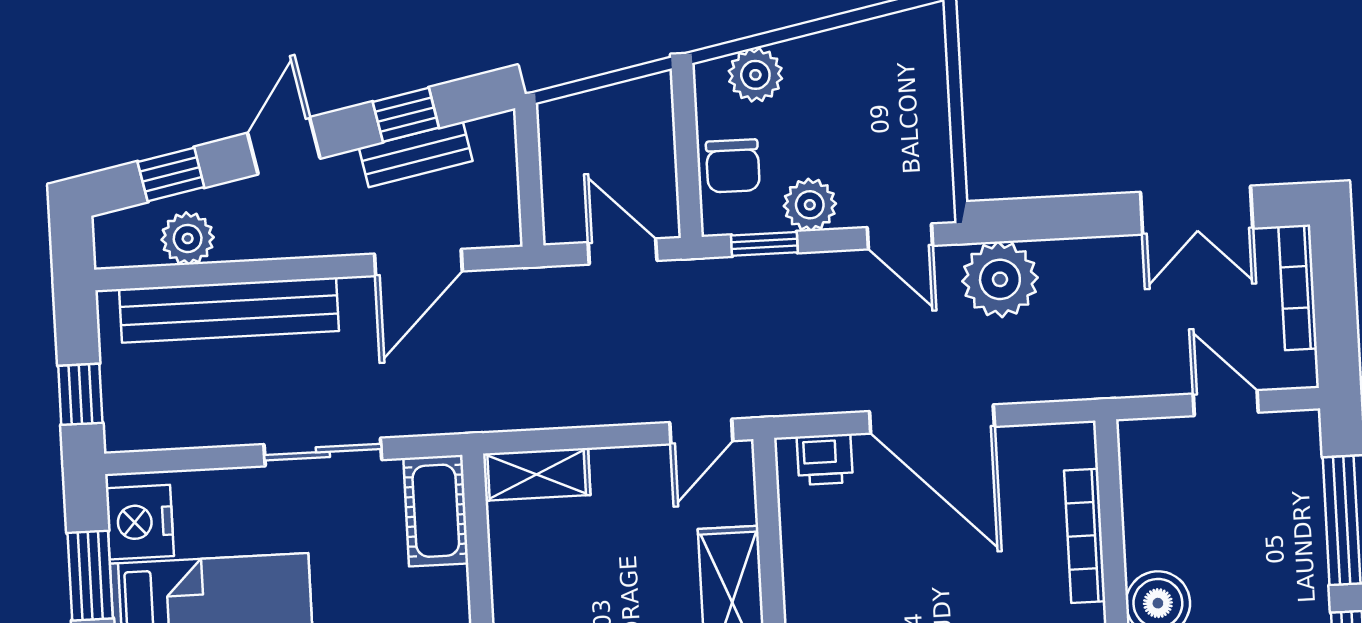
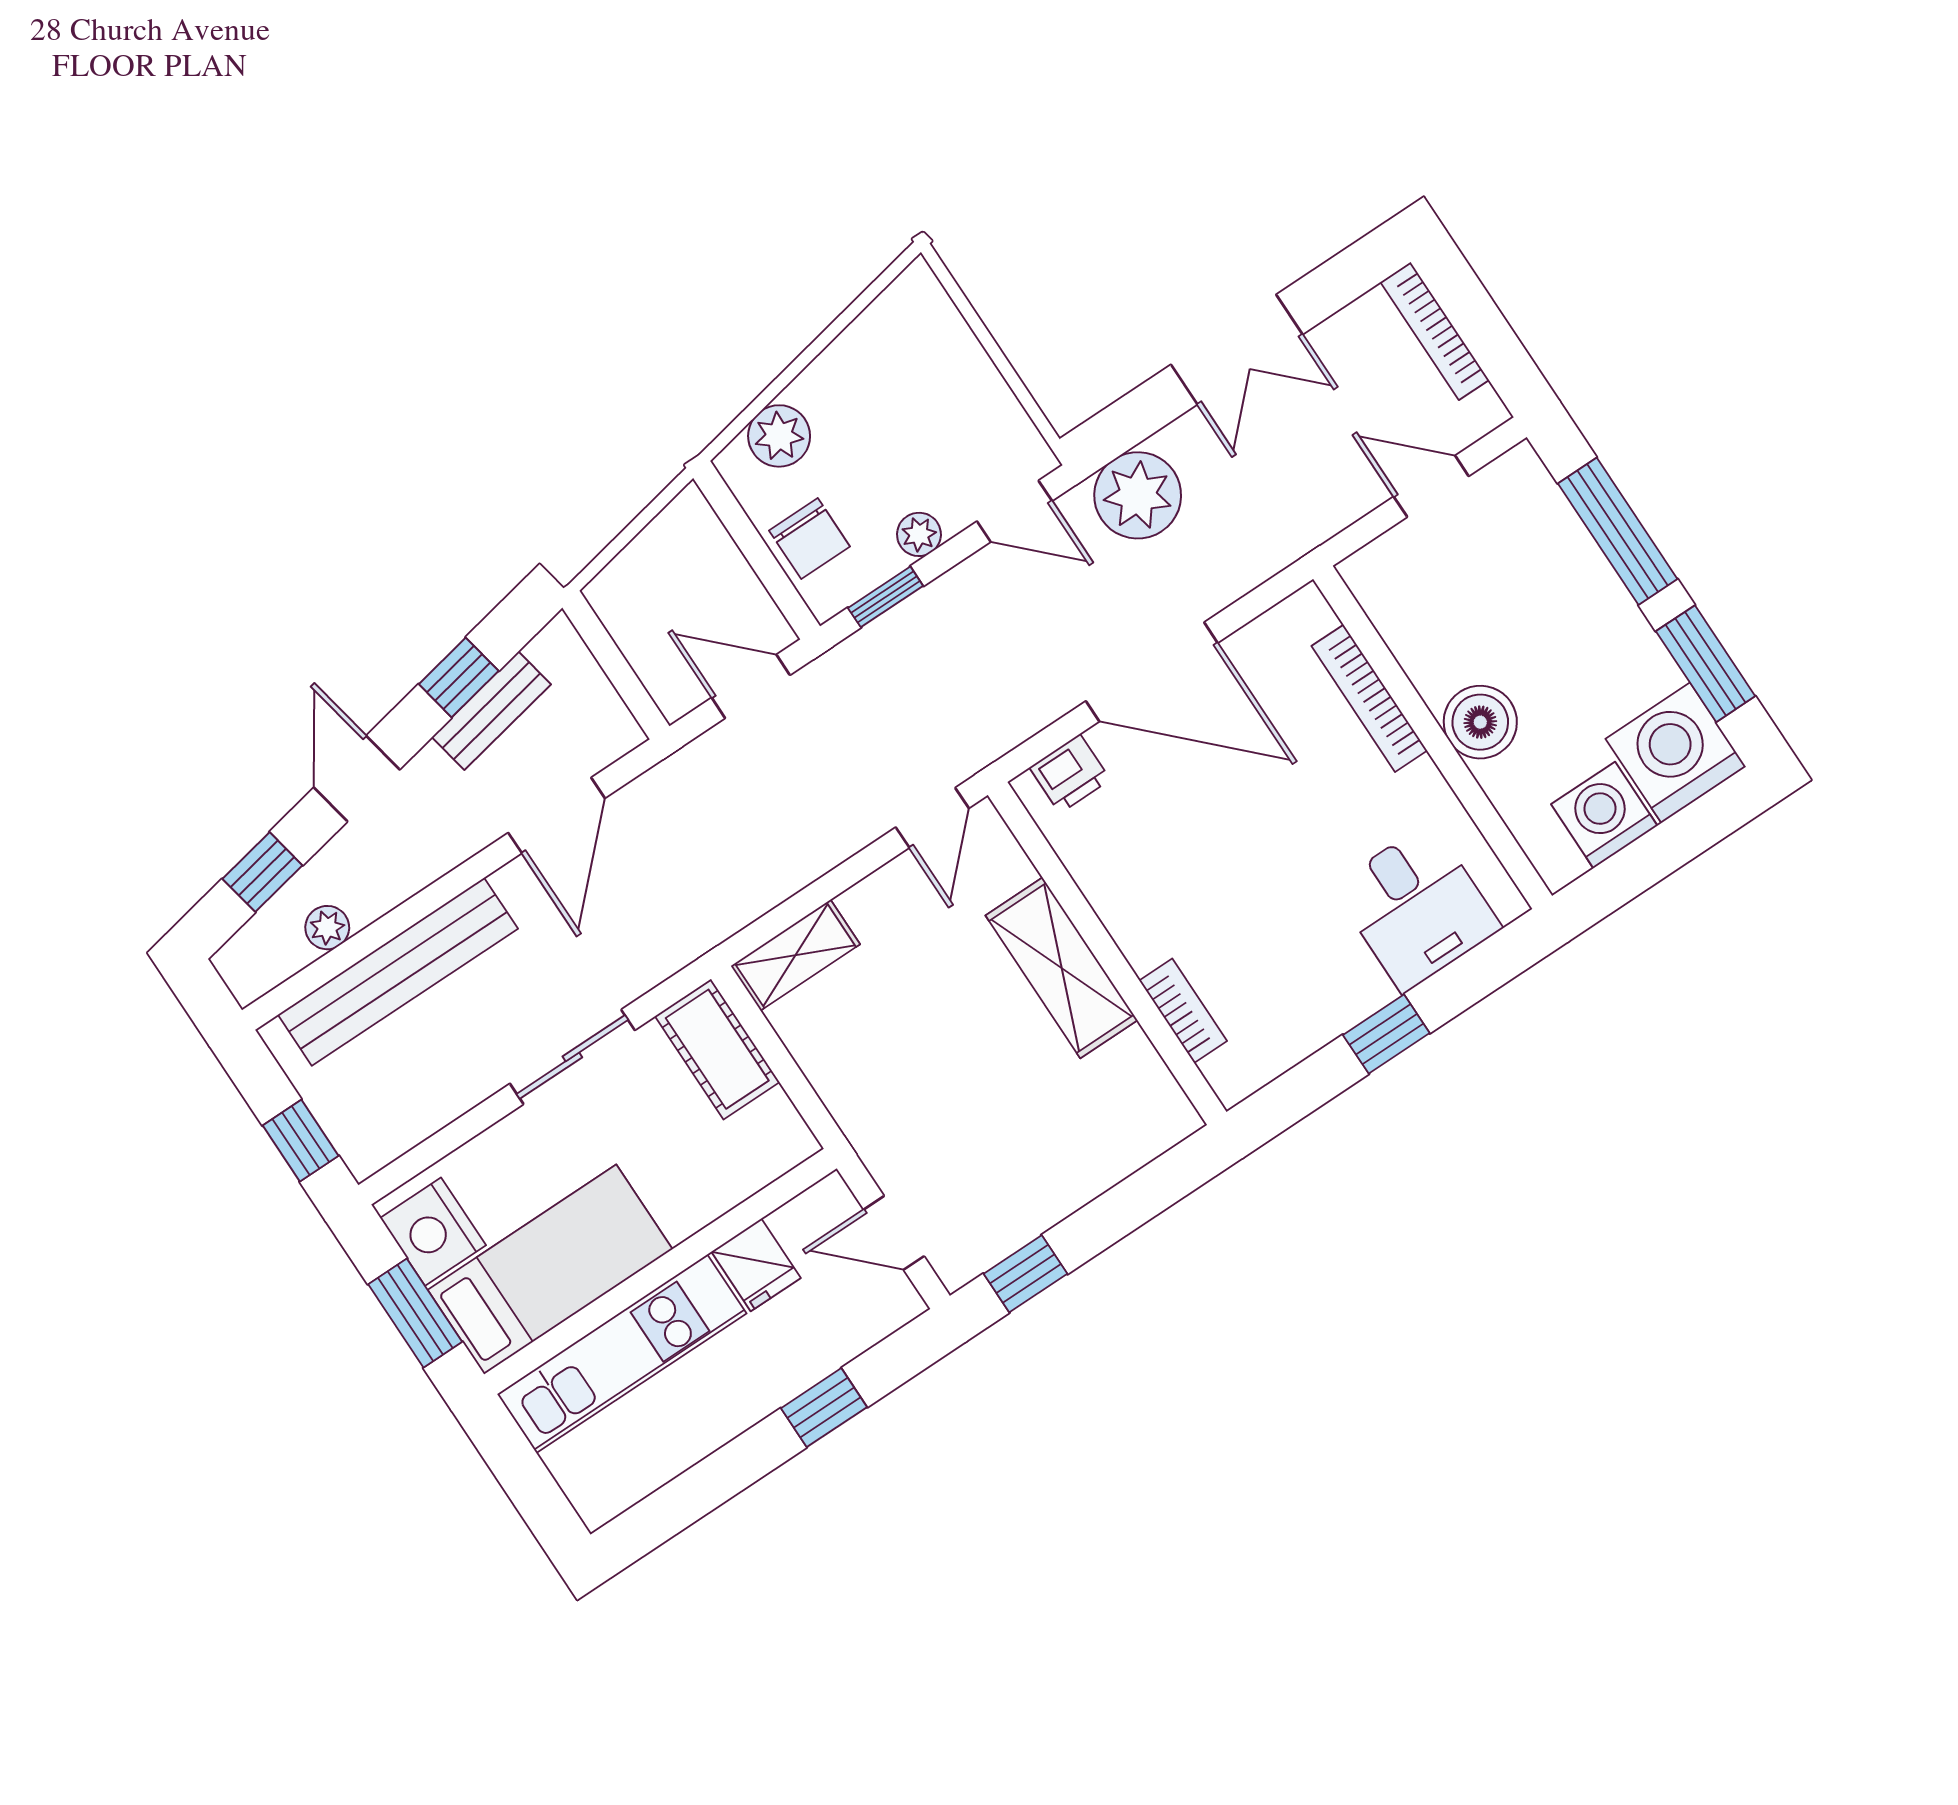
plant: (810, 205) -> (919, 534), width x0.73, depth x0.73
double door: (1197, 210) -> (1237, 350), moved
plant: (188, 238) -> (327, 928), width x0.73, depth x0.73

